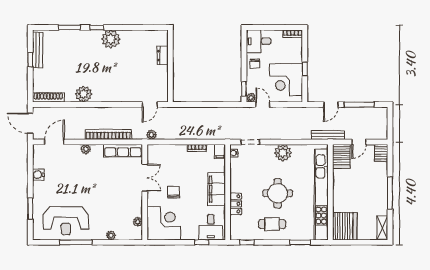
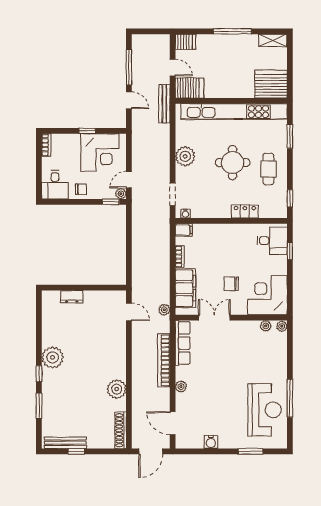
filing cabinet: (217, 189) -> (185, 288), moved, turned -90
plant: (111, 235) -> (282, 326), moved

